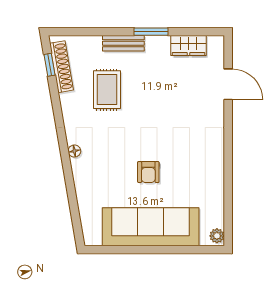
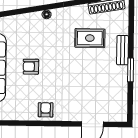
wardrobe: (188, 46) -> (120, 96), removed
armchair: (209, 150) -> (46, 110), added

